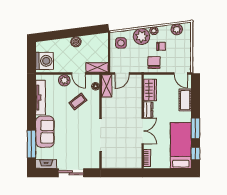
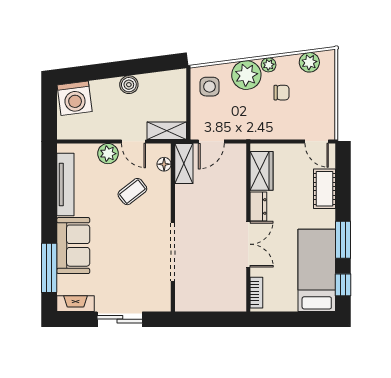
washing machine: (44, 61) -> (75, 98), moved, turned 83
chair: (154, 63) -> (269, 122), removed

